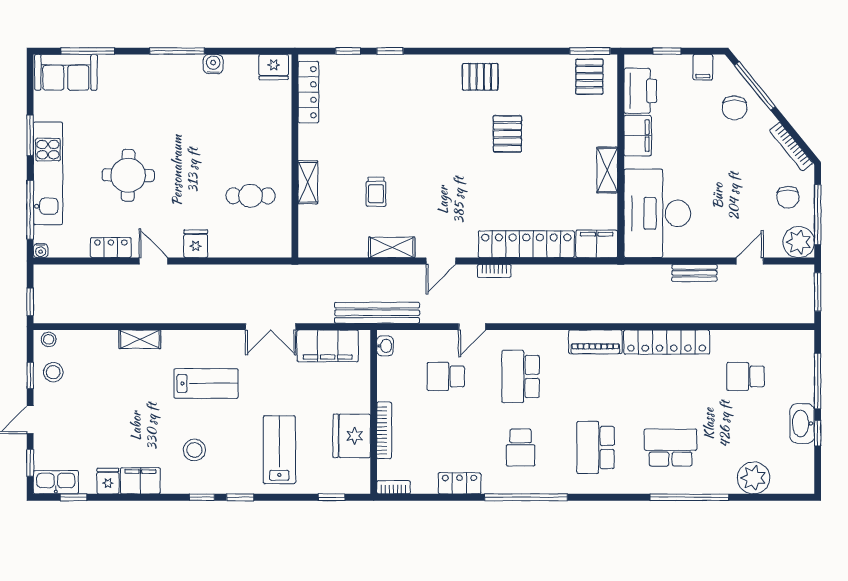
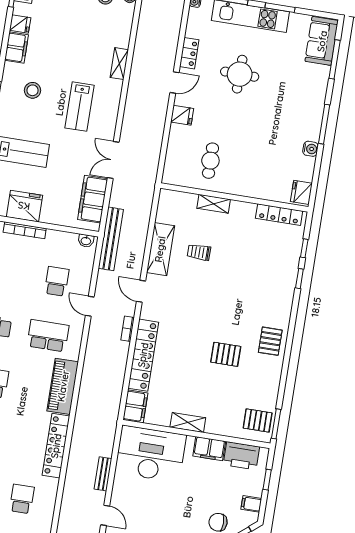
shelving: (392, 247) -> (160, 249), width x1.50, depth x1.33
piano: (595, 342) -> (63, 386), width x1.37, depth x1.33

